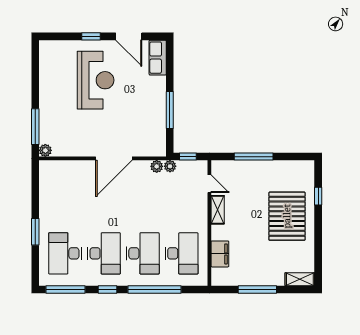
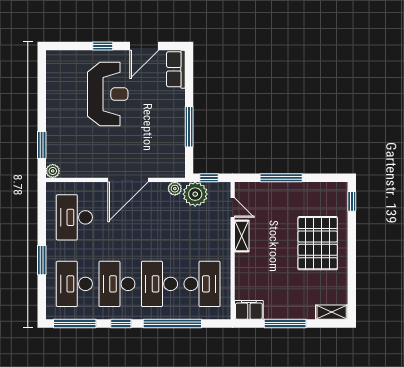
door: (129, 36) -> (144, 46), hinge flipped
window: (35, 127) -> (42, 145), width x0.69
plant: (170, 166) -> (195, 194), width x1.88, depth x1.88
desk: (65, 193) -> (74, 217), added
window: (318, 196) -> (352, 201), moved
desk: (104, 253) -> (117, 284), turned 180
desk: (143, 253) -> (159, 284), turned 180
filing cabinet: (220, 254) -> (249, 310), moved, turned -90

